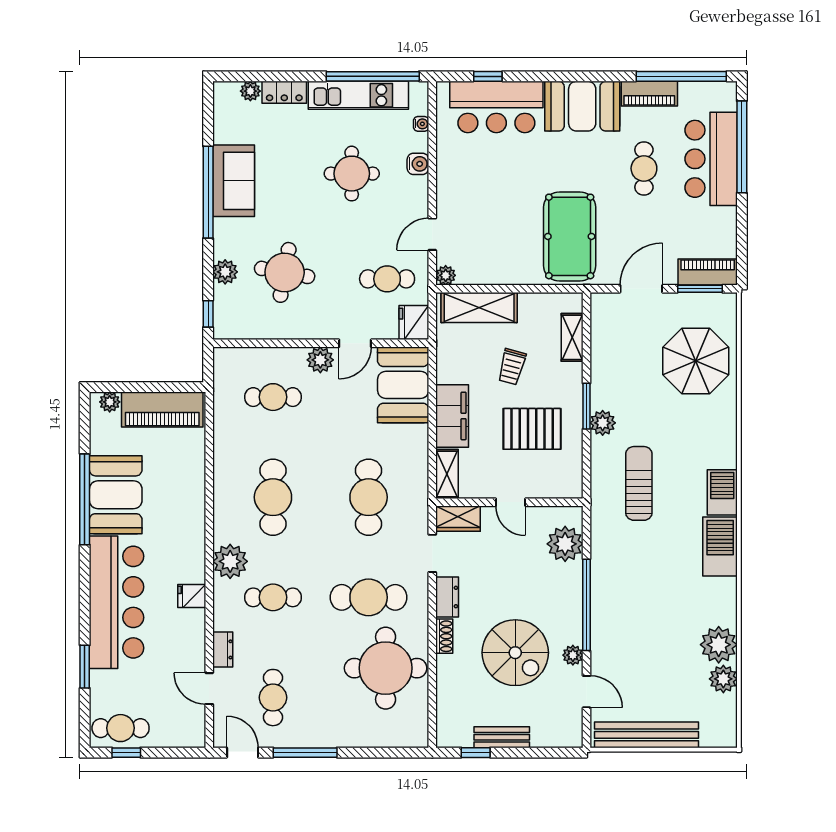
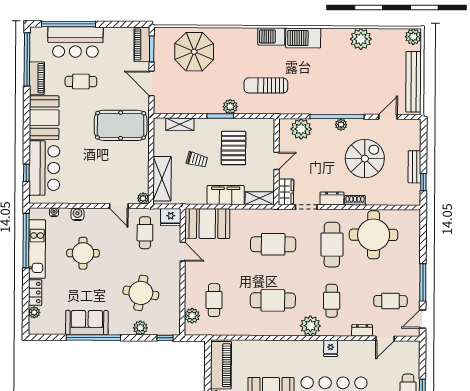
plant: (320, 360) -> (192, 316), moved
plant: (573, 655) -> (341, 125), moved
plant: (723, 679) -> (413, 37), moved

